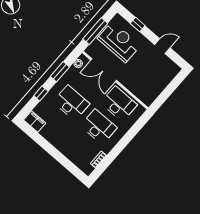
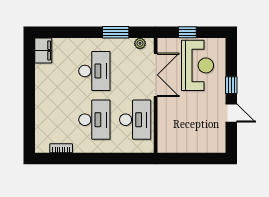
window: (138, 25) -> (231, 85), moved
window: (95, 31) -> (187, 32), width x0.46
double door: (104, 70) -> (156, 75), swing flipped
window: (41, 93) -> (77, 32), removed

